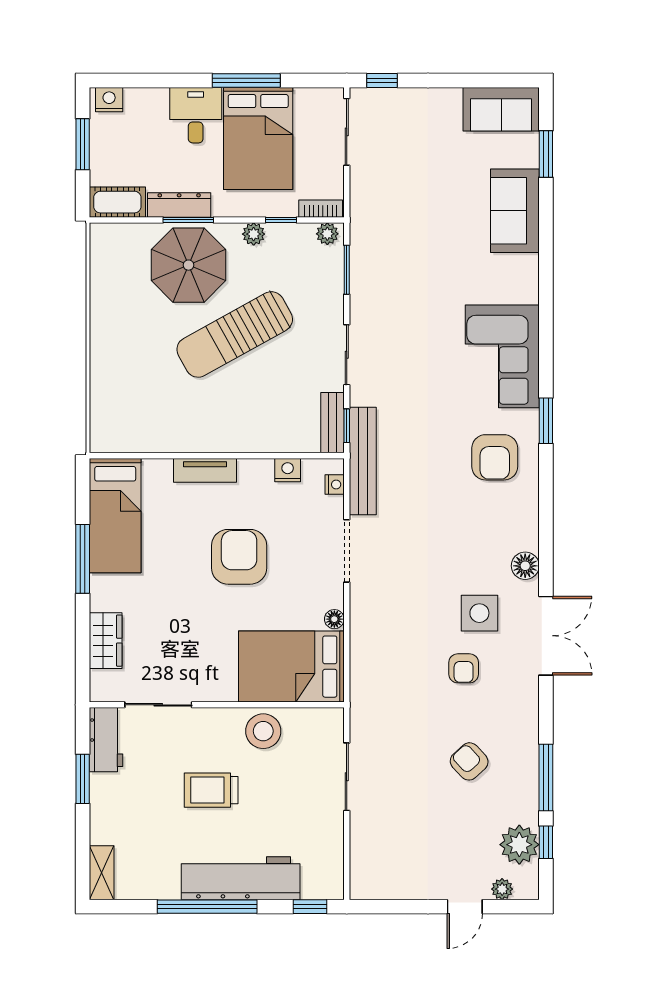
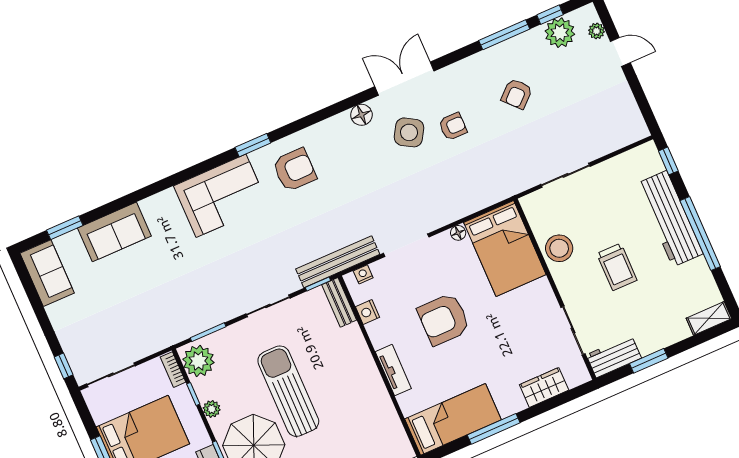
plant: (327, 234) -> (198, 361), width x1.87, depth x1.87
sun lounger: (235, 334) -> (288, 391), turned -151
bench: (332, 423) -> (339, 302), moved, turned 90
side table: (479, 613) -> (409, 132), turned 31

